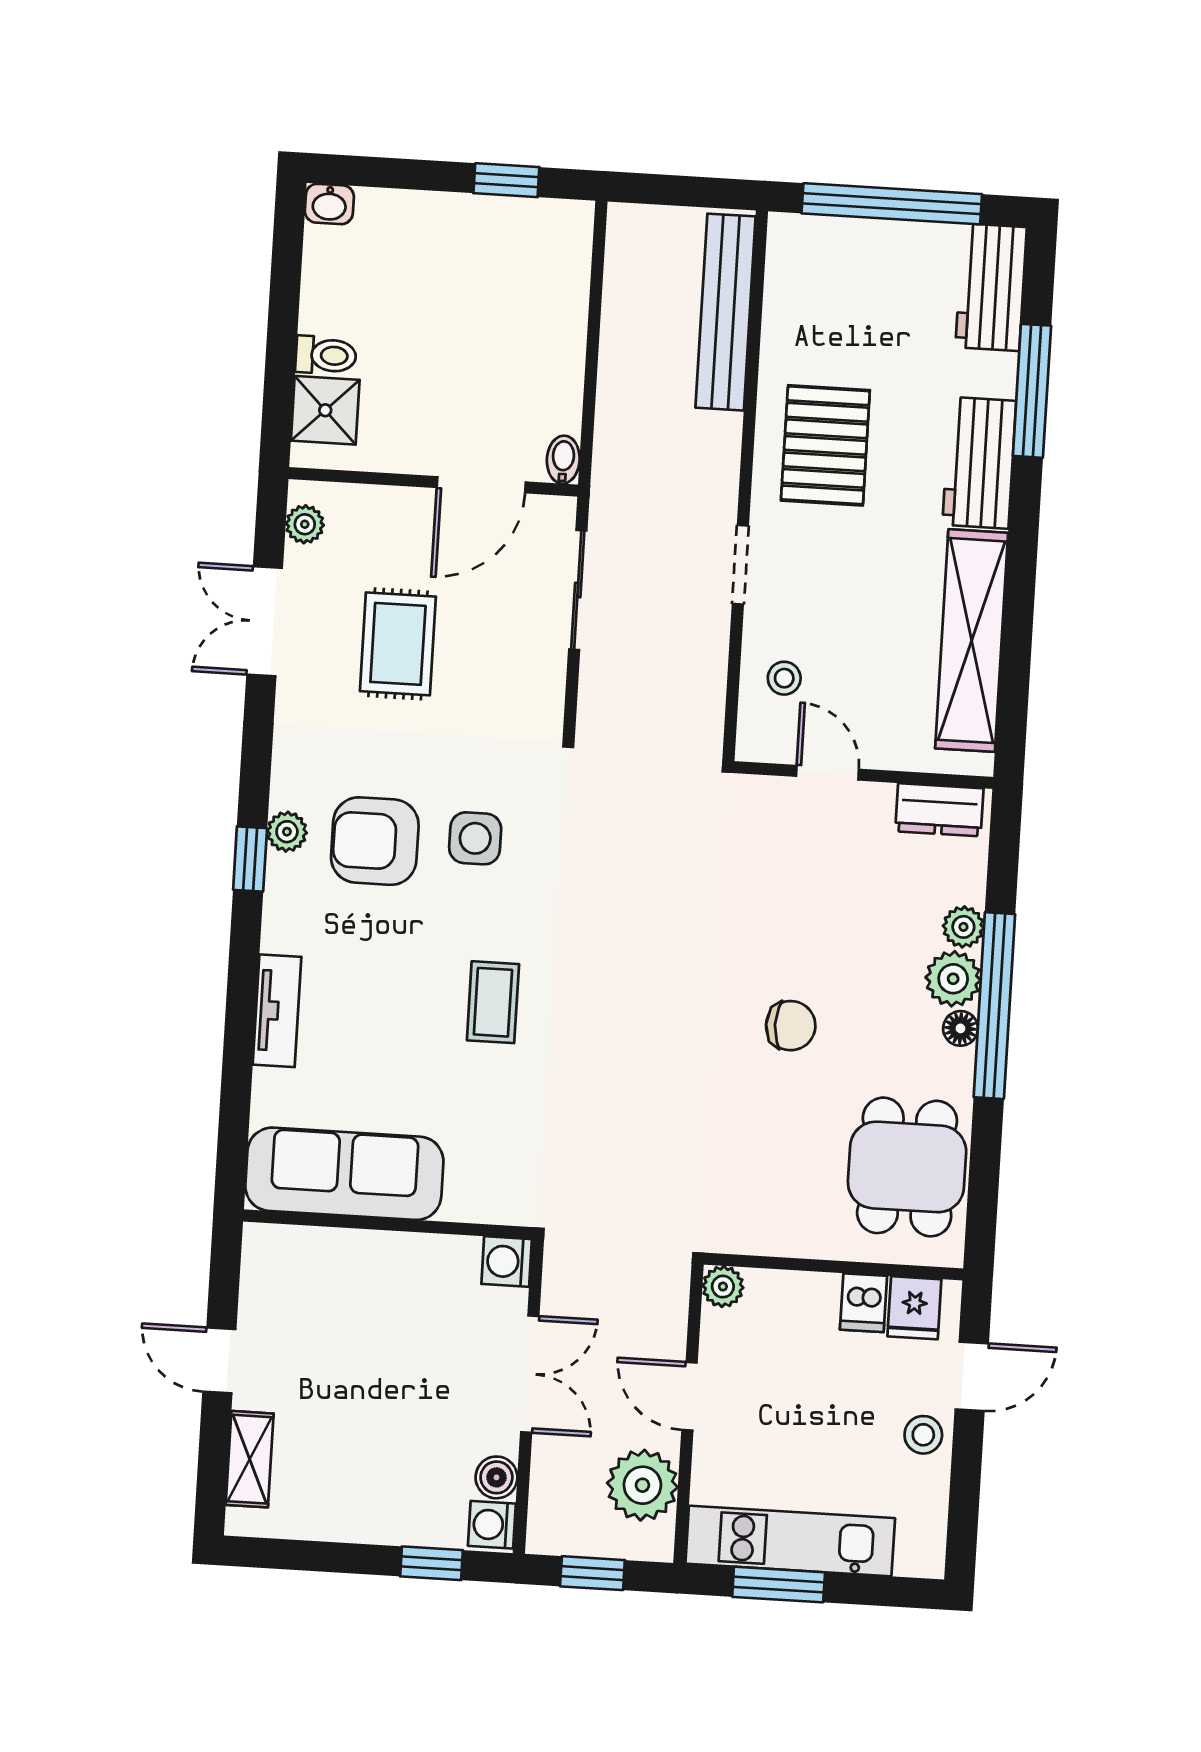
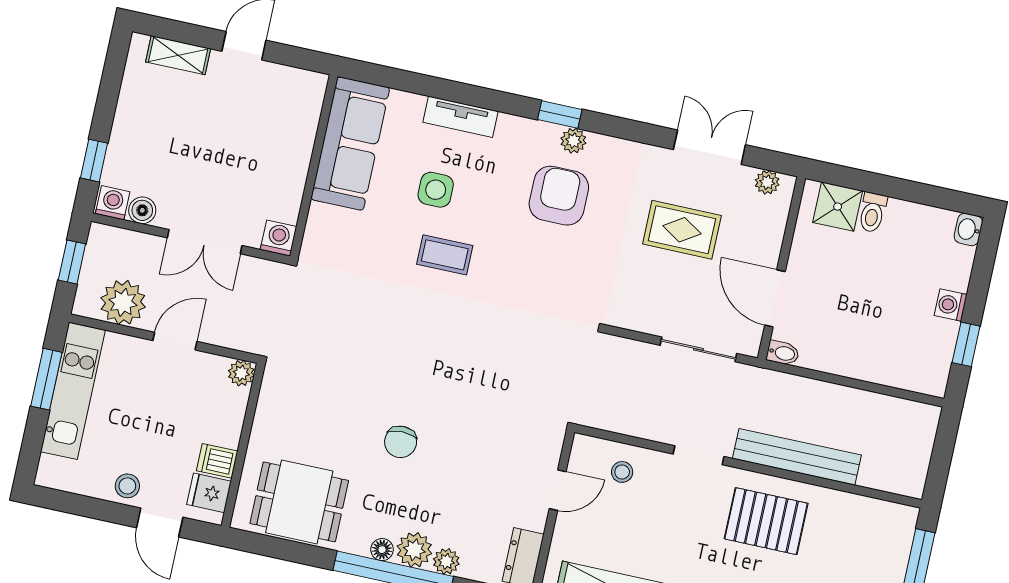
washing machine: (450, 213) -> (951, 305), added
bench: (726, 312) -> (797, 457), moved
side table: (475, 838) -> (436, 190), moved

